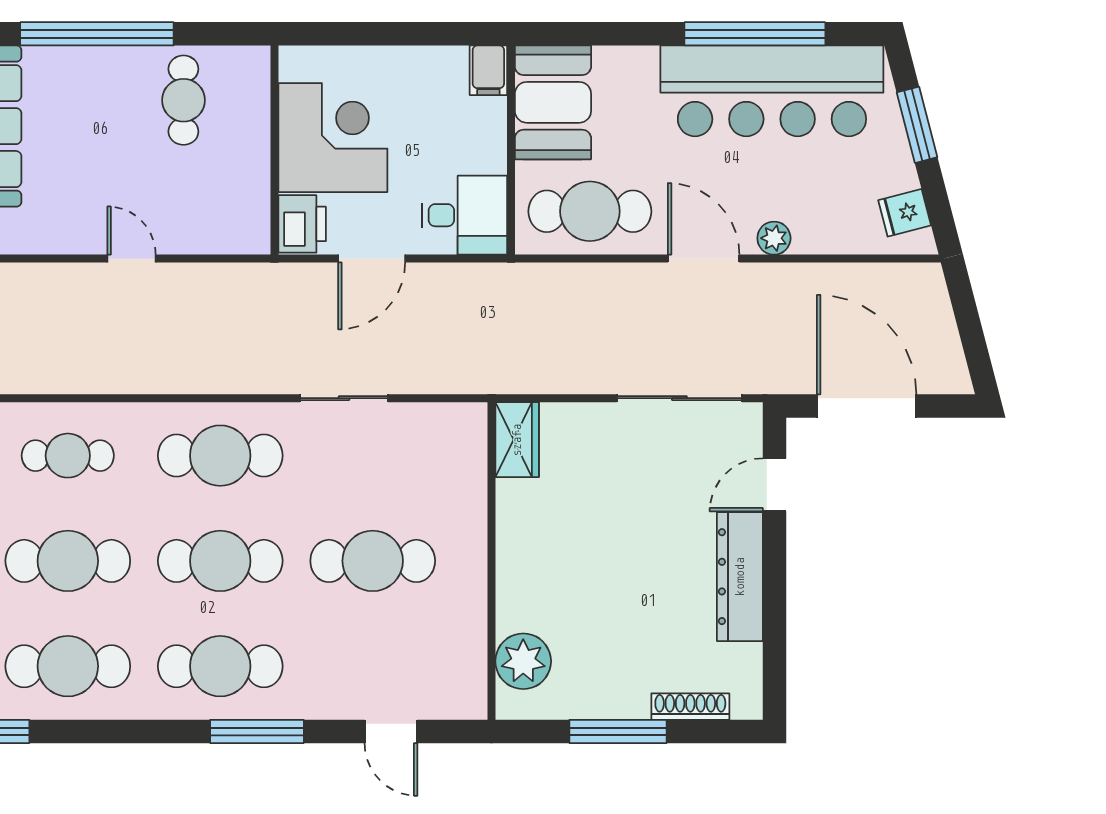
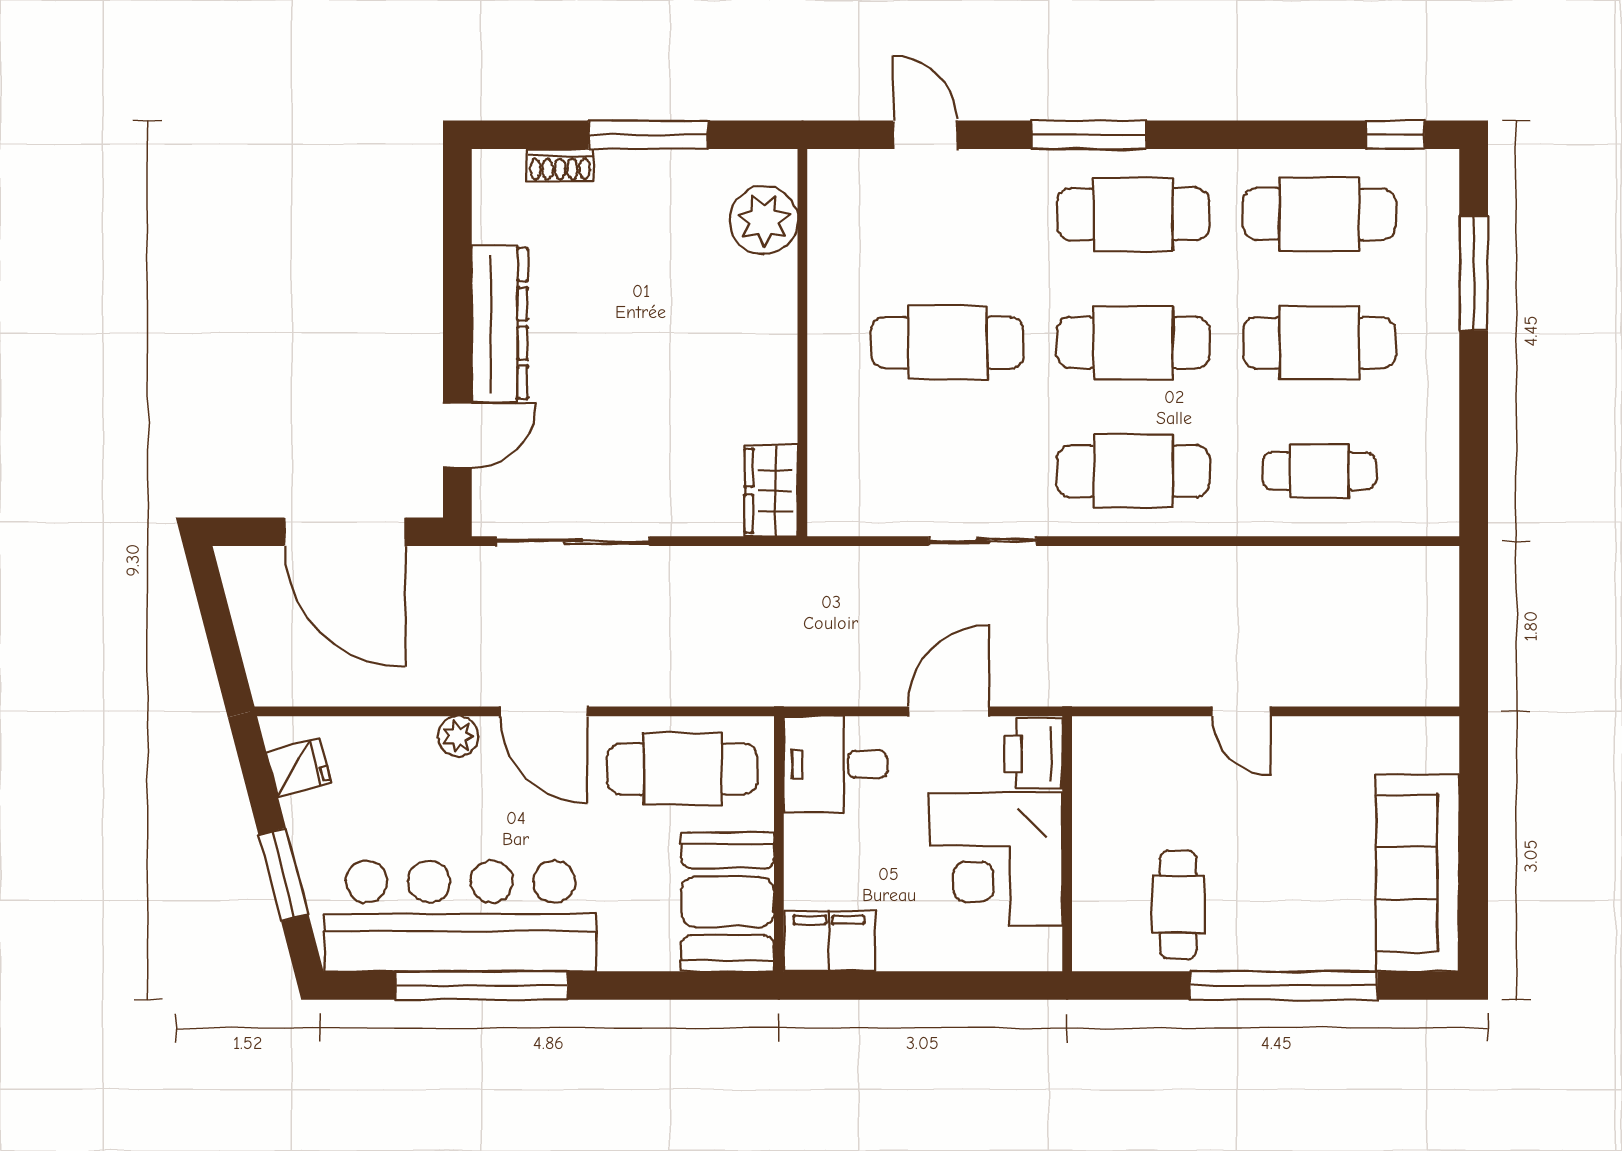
filing cabinet: (488, 70) -> (829, 941), width x2.00
shoe rack: (690, 707) -> (560, 165), width x0.70

